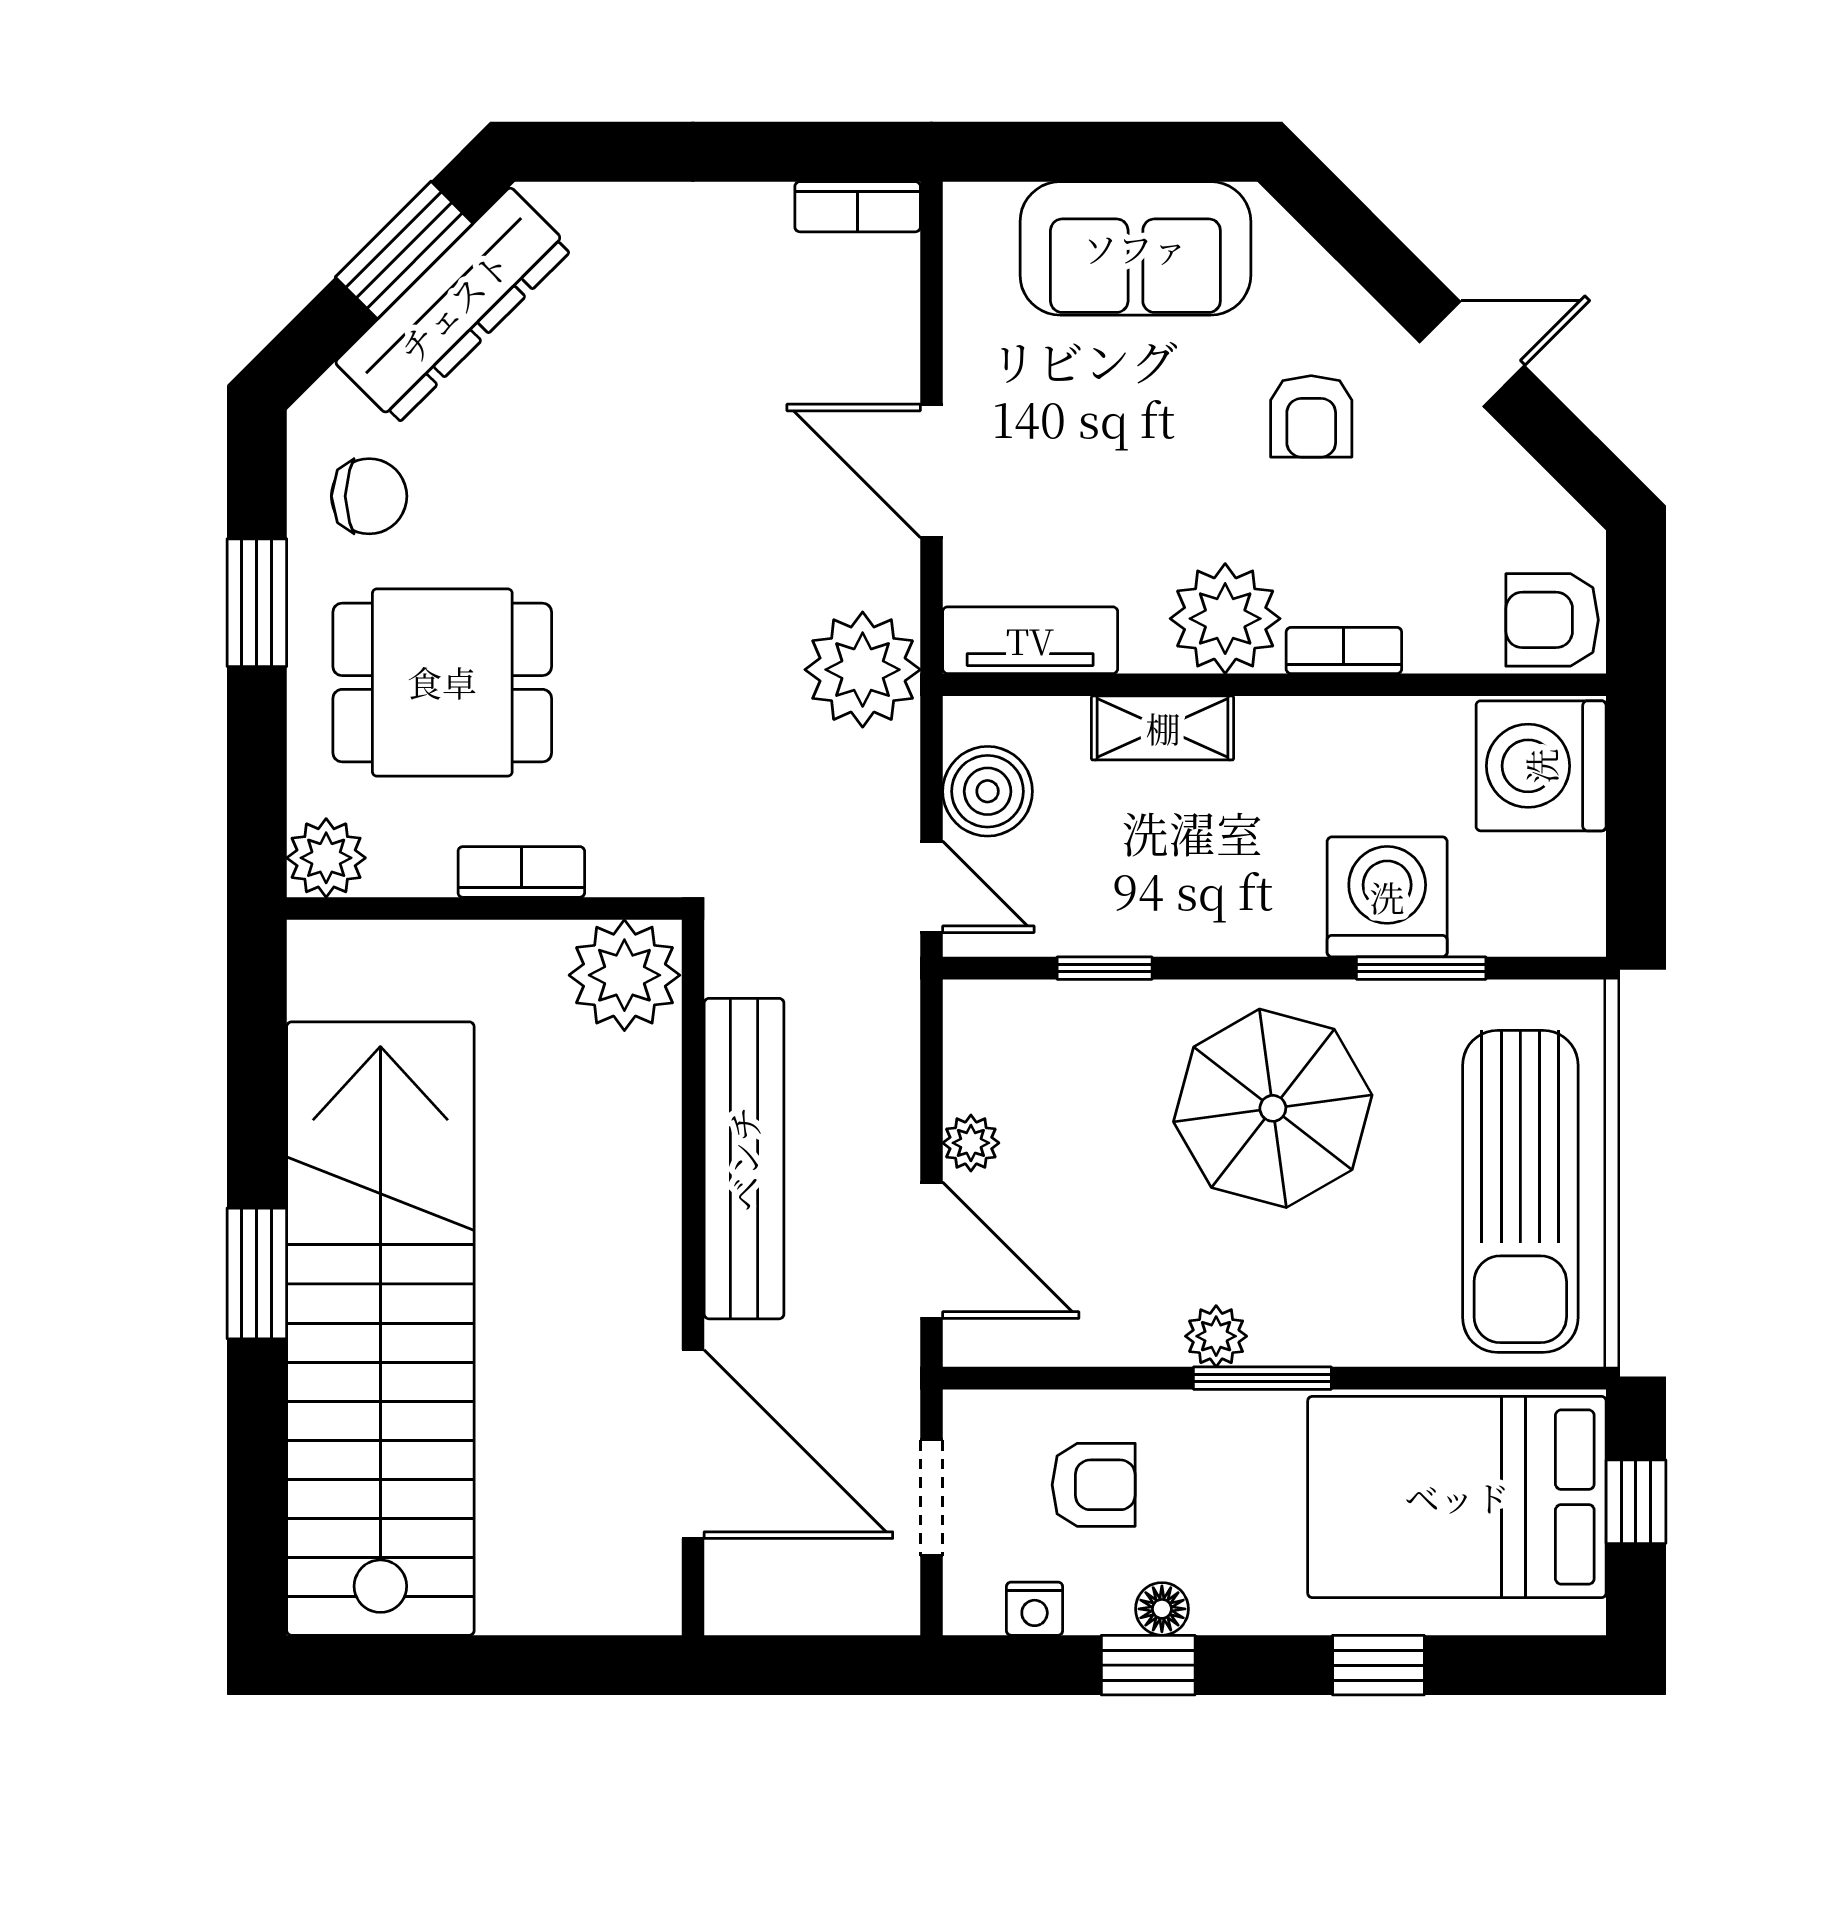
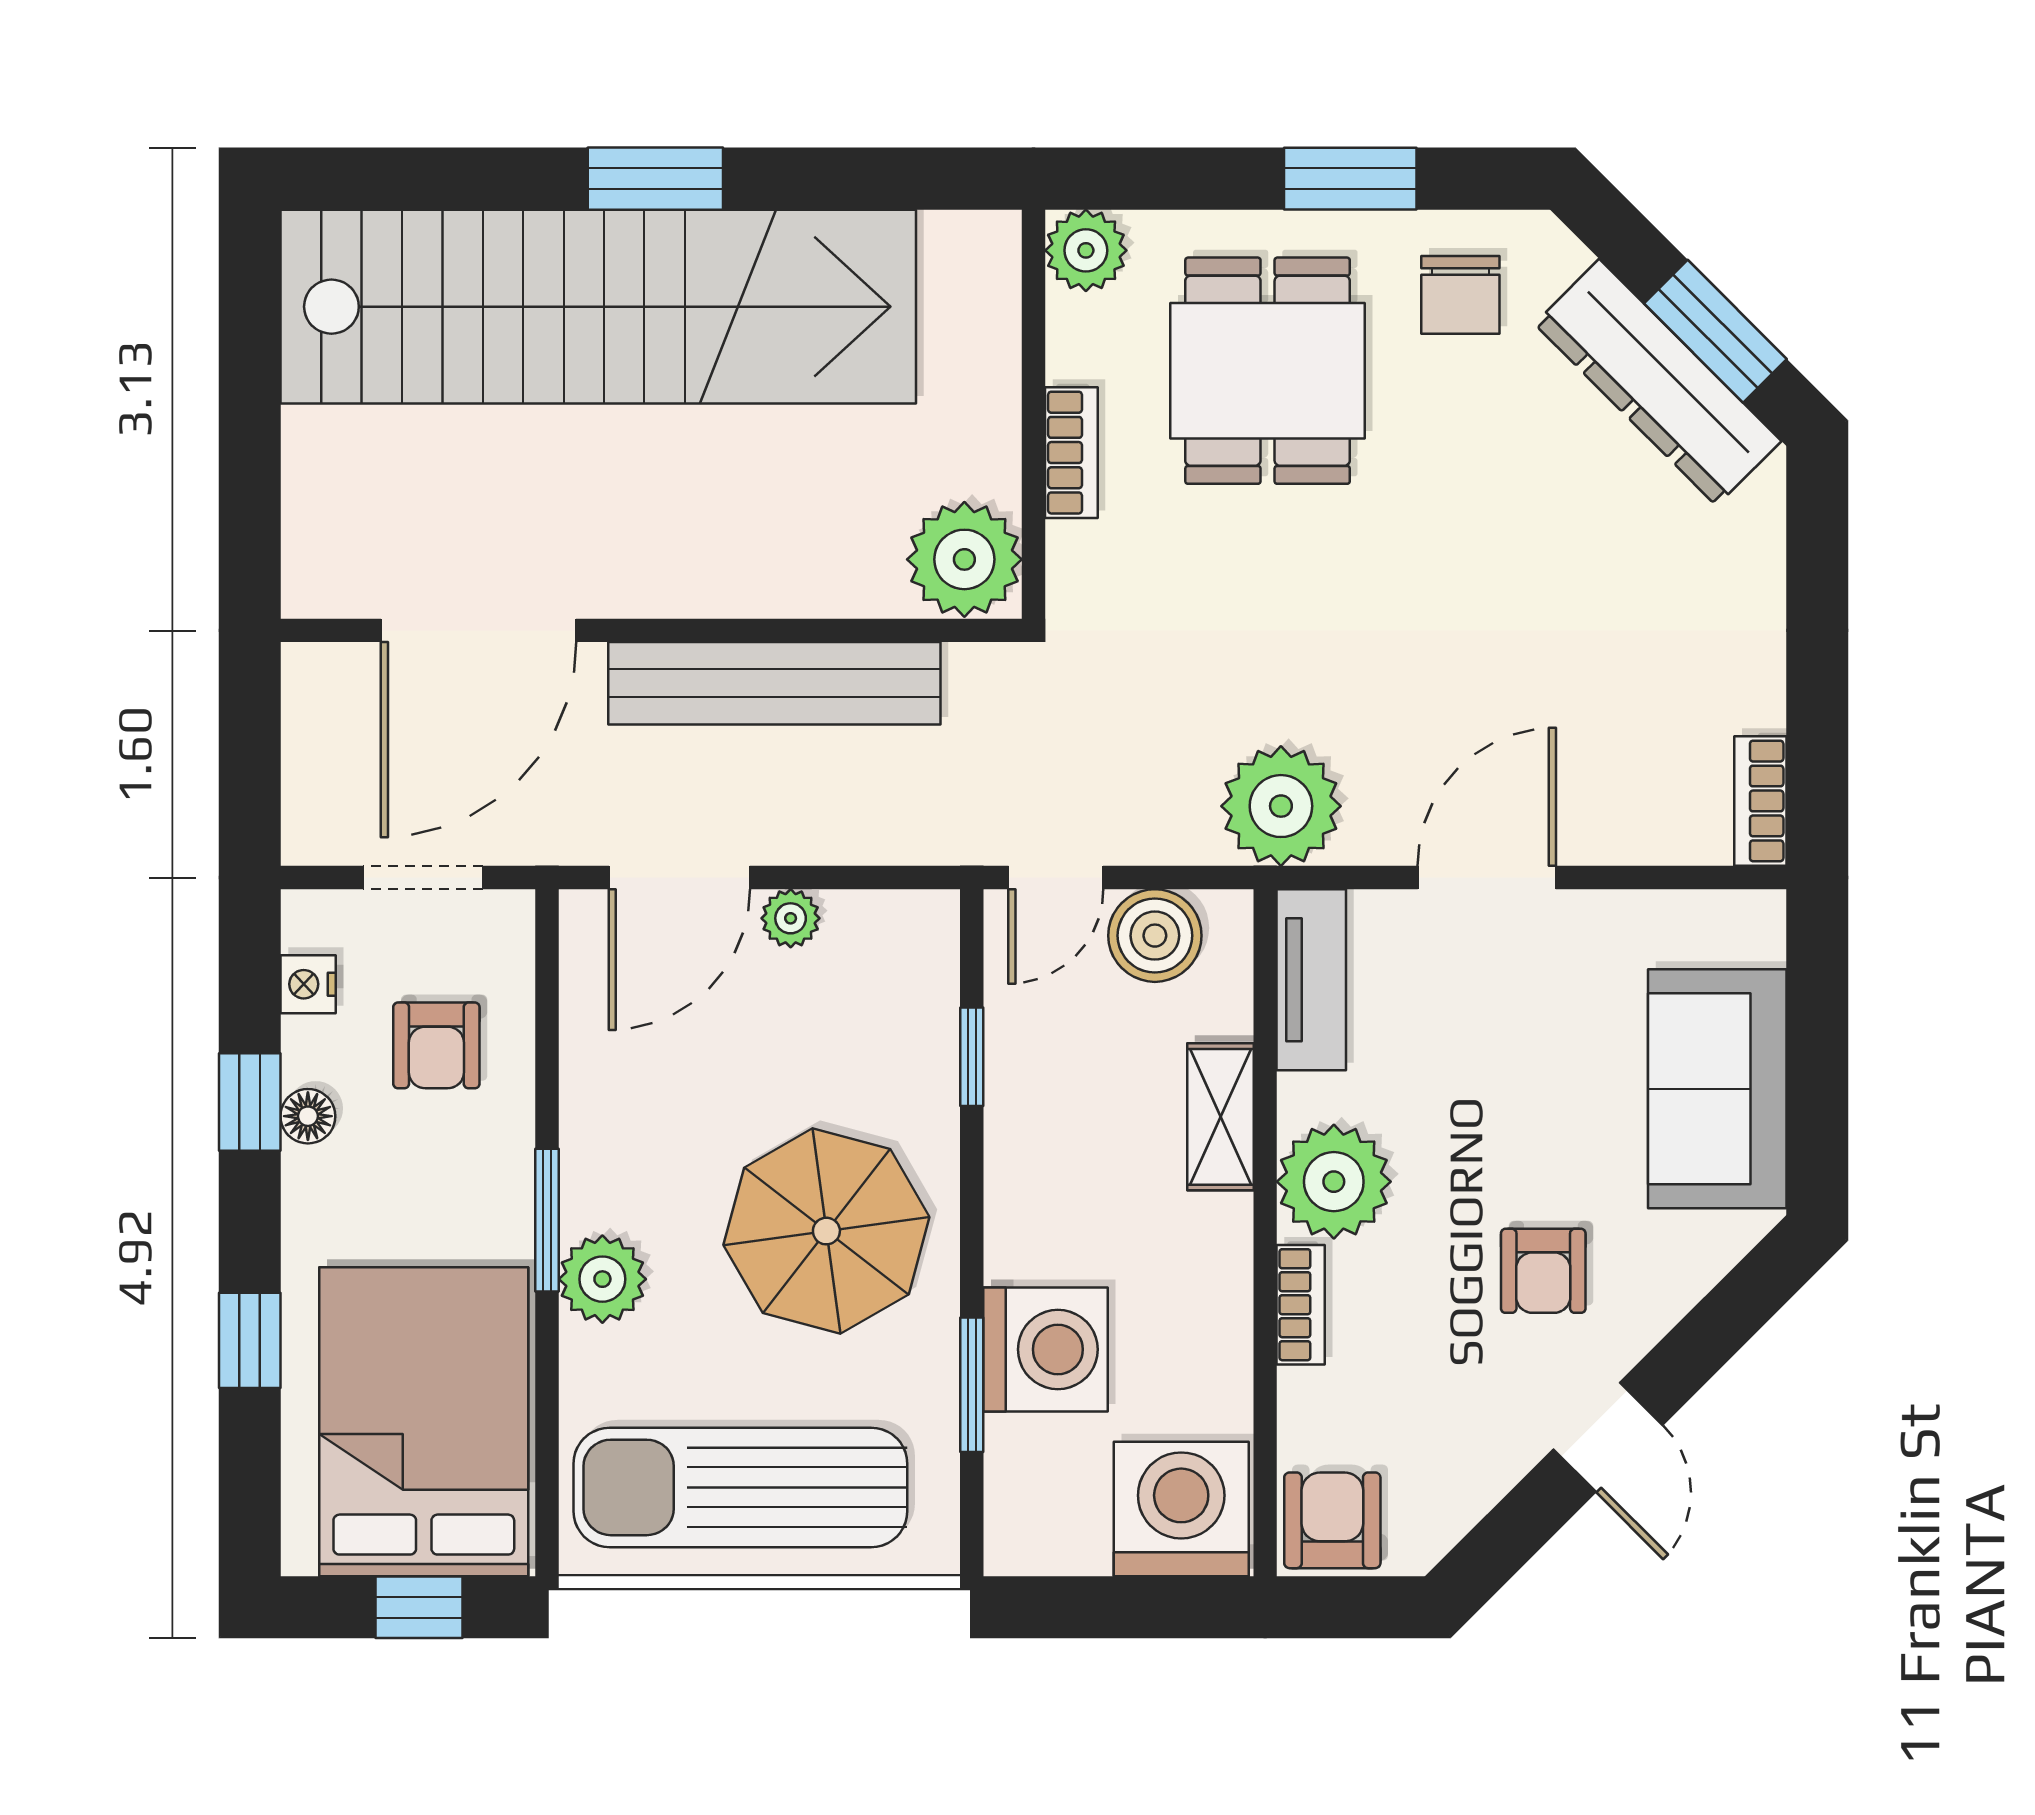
armchair: (1311, 416) -> (1543, 1271), turned -90
plant: (1216, 1336) -> (602, 1279), moved, width x1.38, depth x1.38

